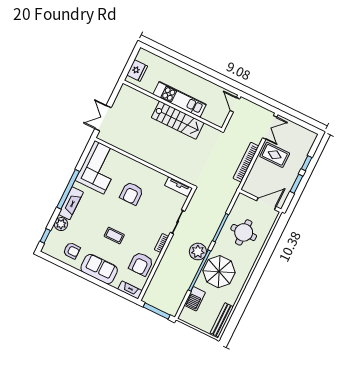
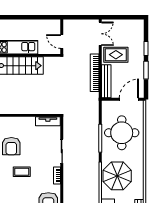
door: (235, 105) -> (62, 42), moved
bench: (253, 176) -> (106, 81), added
round table: (244, 232) -> (122, 133), width x1.36, depth x1.36
coffee table: (114, 236) -> (22, 172), moved
plant: (198, 252) -> (91, 168), removed

